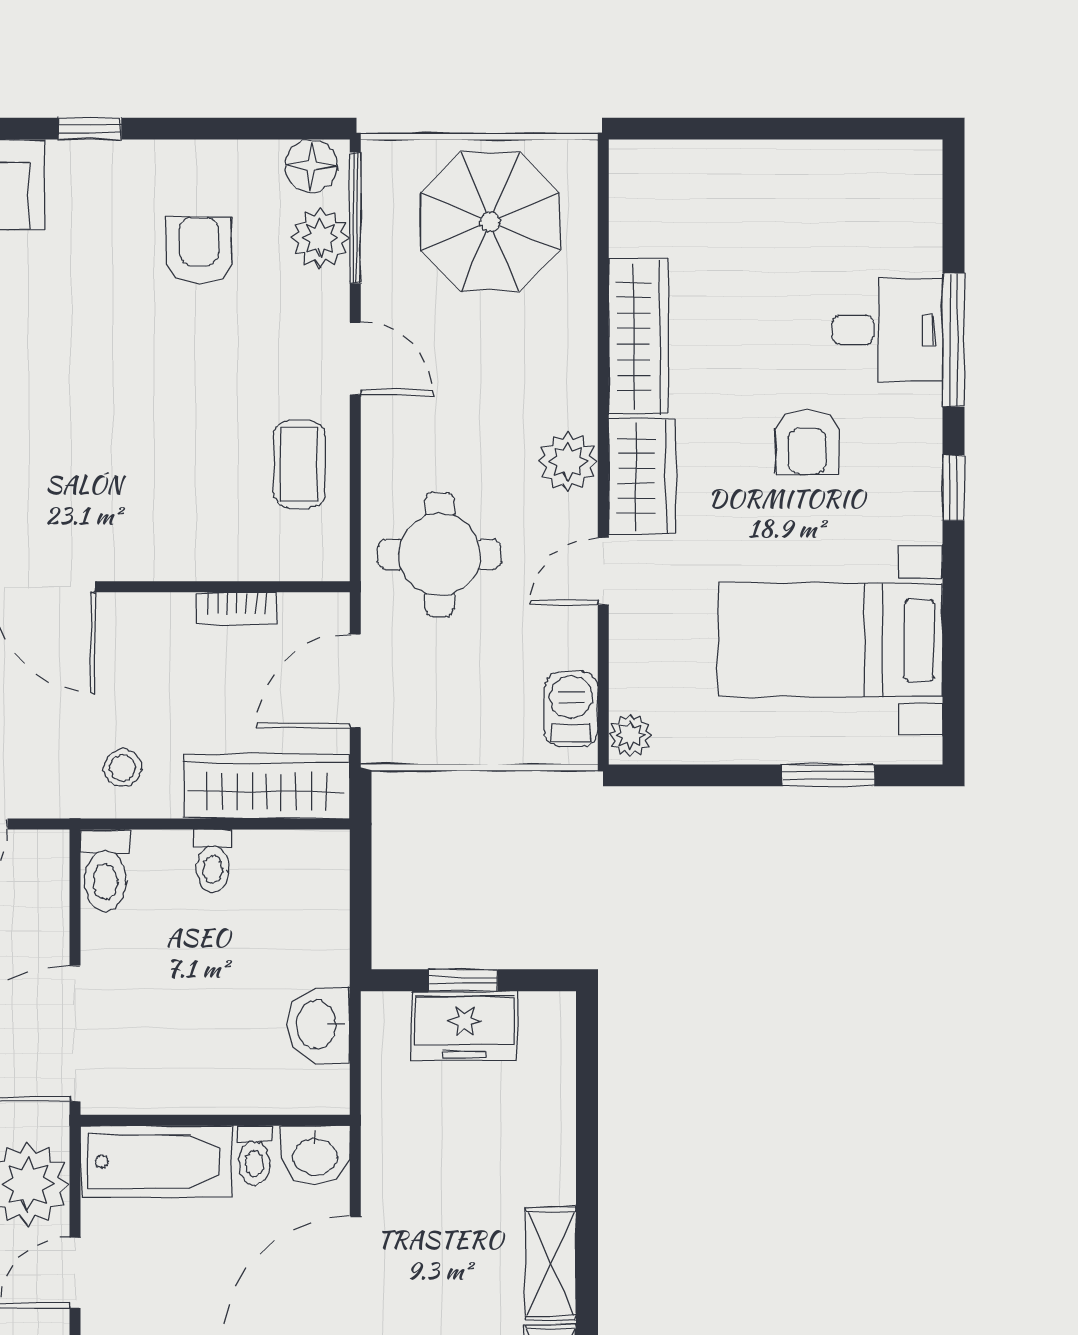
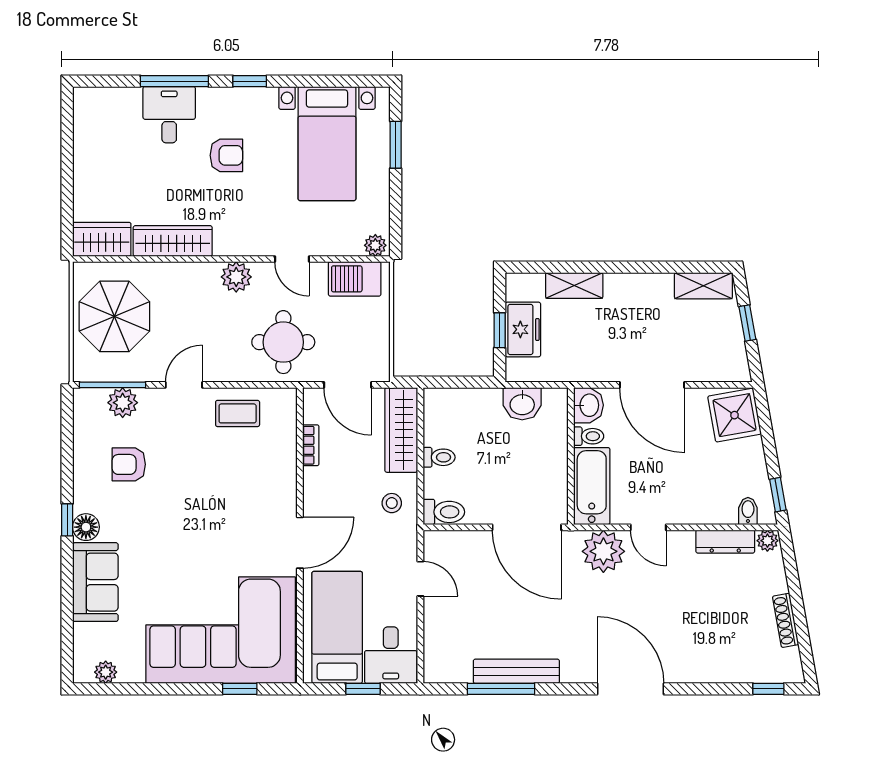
floor lamp: (311, 166) -> (86, 527), moved
wardrobe: (642, 476) -> (102, 239), moved
barbecue: (571, 709) -> (355, 279), width x1.38, depth x1.27
shelving: (551, 1264) -> (574, 286), moved

